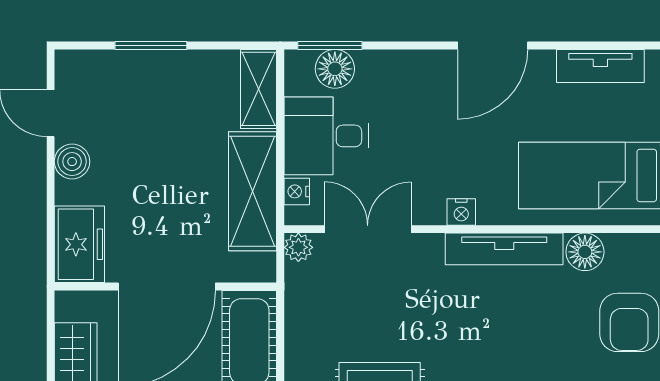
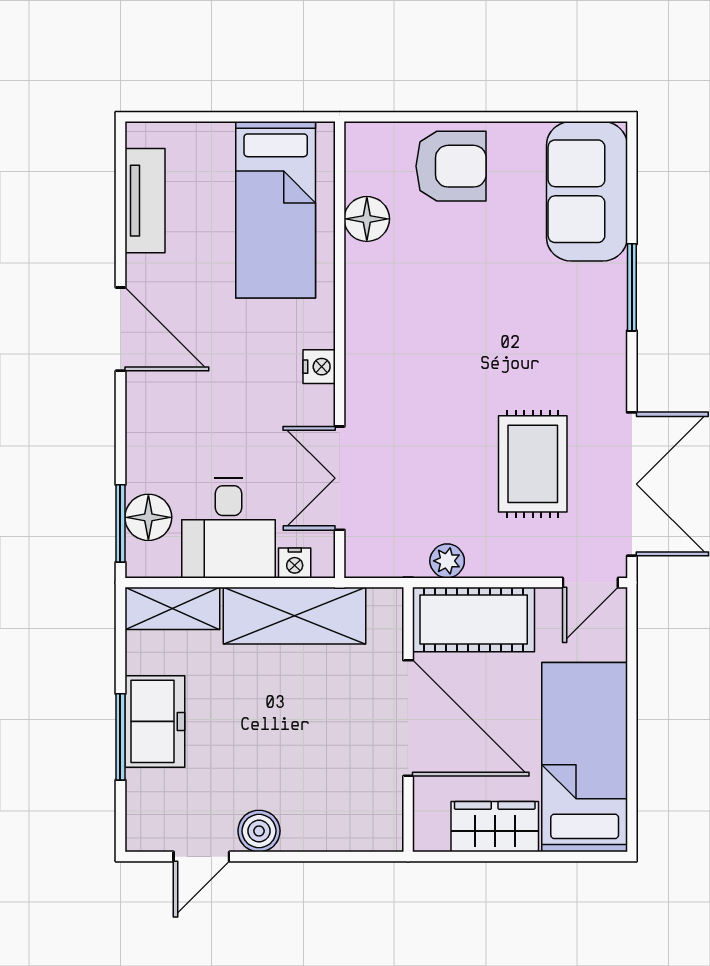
freezer: (79, 244) -> (155, 721), moved, turned 90
plant: (298, 247) -> (447, 561), moved
tv unit: (504, 249) -> (363, 315), removed

